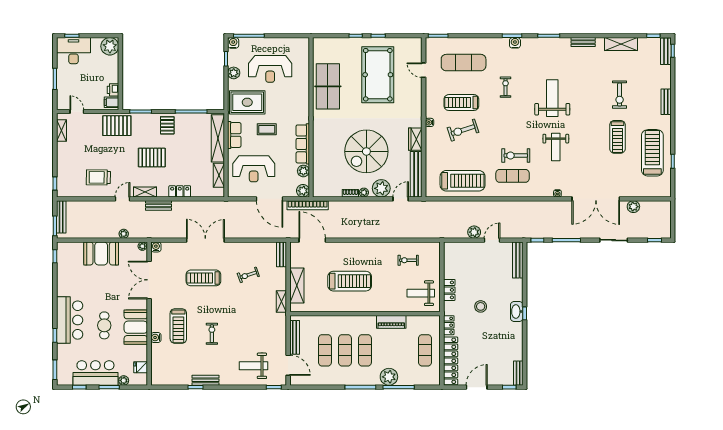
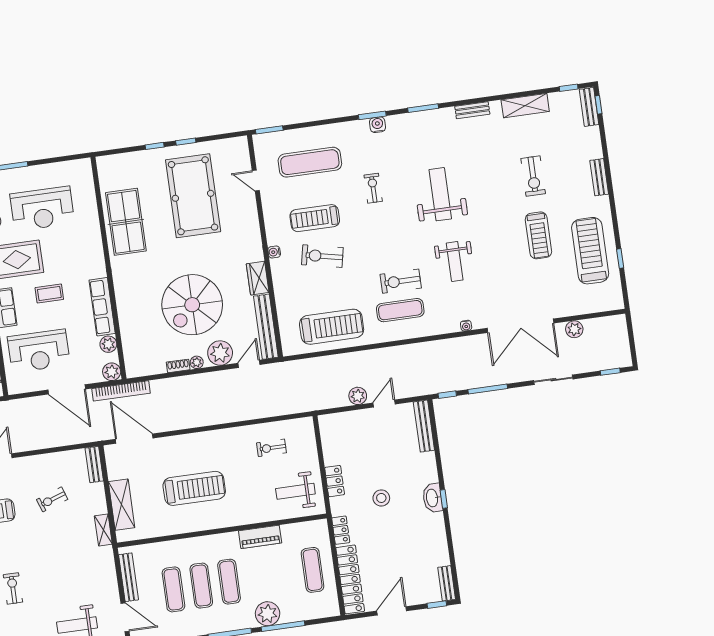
exercise bike: (463, 130) -> (322, 256), turned 30

